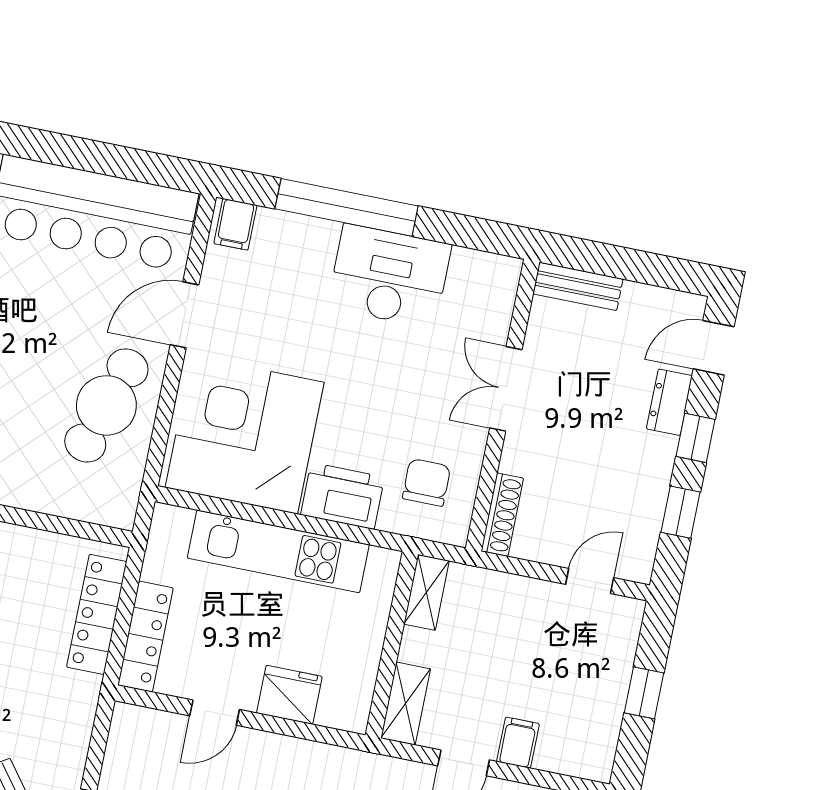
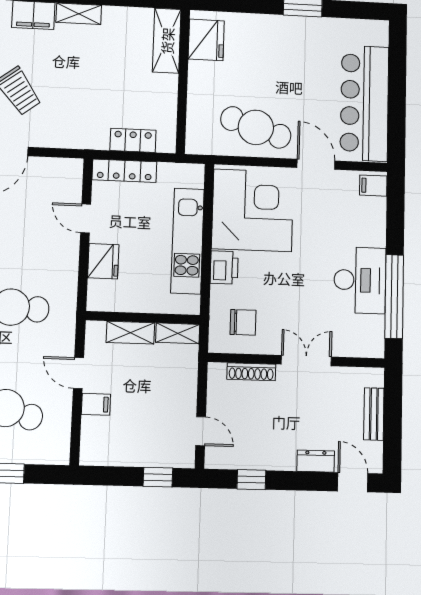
window: (347, 207) -> (394, 296), moved
bench: (578, 286) -> (374, 414), moved
window: (695, 438) -> (297, 481), removed
printer: (343, 496) -> (224, 267), width x0.73, depth x0.84
shoe rack: (502, 515) -> (251, 372), moved
locker: (97, 614) -> (133, 140), width x0.66
window: (644, 693) -> (158, 477), moved
shelving: (406, 704) -> (130, 333), moved

